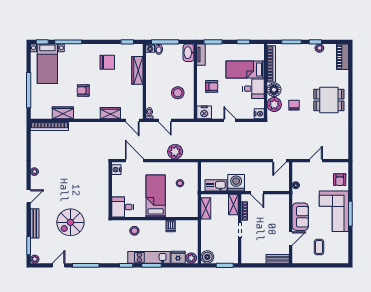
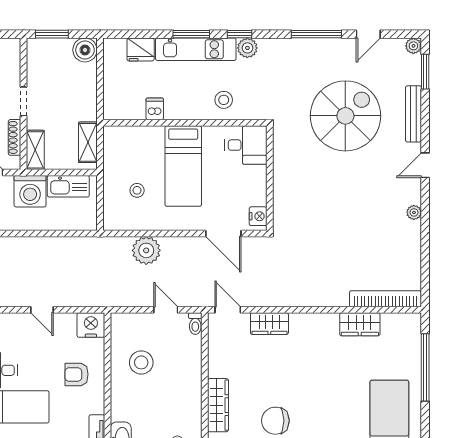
armchair: (83, 90) -> (321, 367), removed
spiral stairs: (70, 222) -> (345, 116), width x1.37, depth x1.37
plant: (191, 258) -> (247, 48), moved

